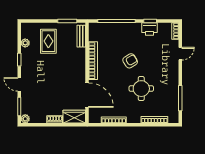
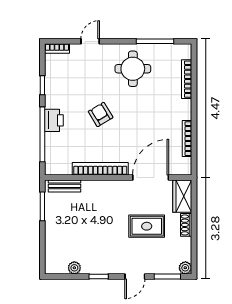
printer: (150, 29) -> (54, 120), moved
rug: (48, 41) -> (147, 226), moved
door: (180, 54) -> (90, 41), hinge flipped
round table: (141, 89) -> (133, 69), moved

